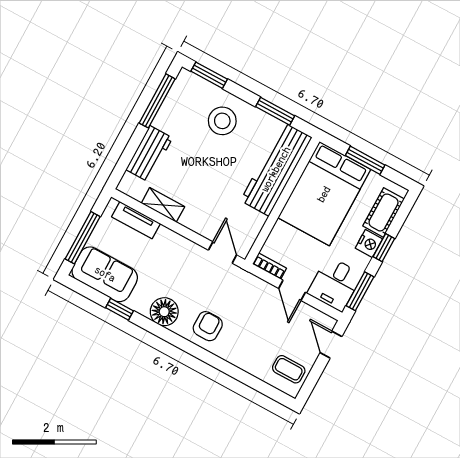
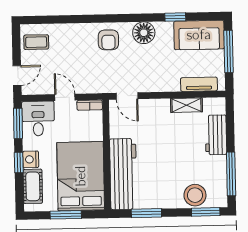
stool: (222, 121) -> (195, 195), moved
door: (331, 345) -> (17, 76), hinge flipped

